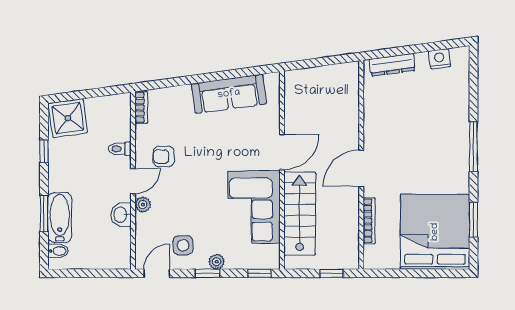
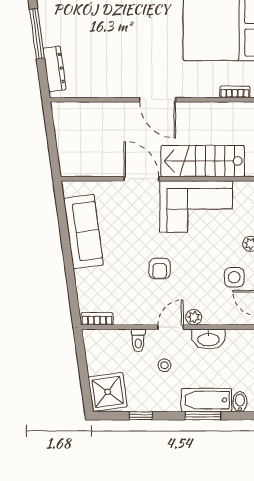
window: (427, 47) -> (37, 34), added
nightstand: (439, 59) -> (49, 22), removed
armchair: (164, 157) -> (160, 268), moved
stool: (95, 175) -> (164, 365), added
door: (133, 181) -> (170, 327), hinge flipped
washbasin: (121, 215) -> (208, 339), width x1.38
bookcase: (369, 221) -> (235, 92), moved, width x0.64

